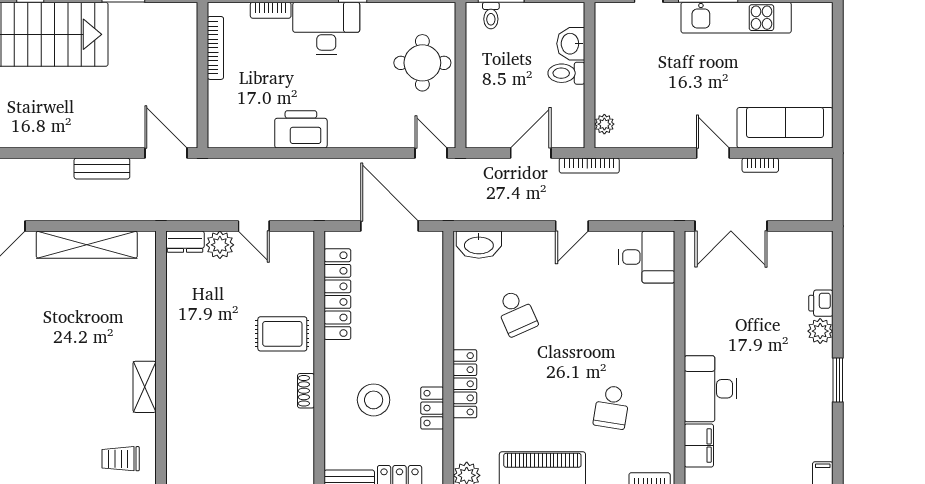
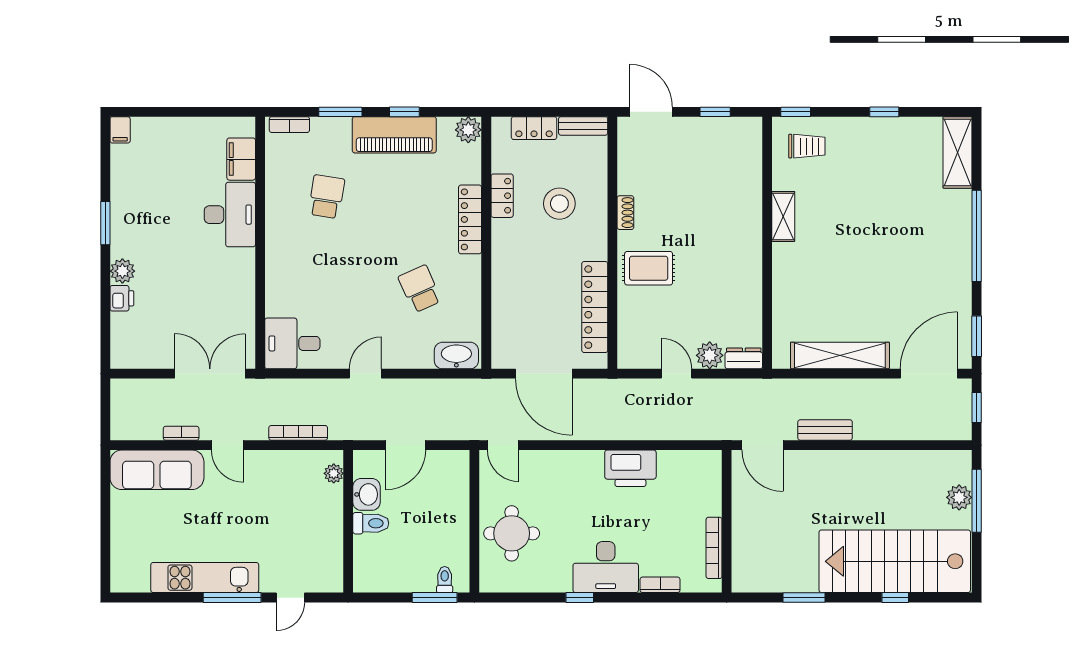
washbasin: (571, 44) -> (366, 494), moved
bookcase: (589, 166) -> (298, 433), moved

